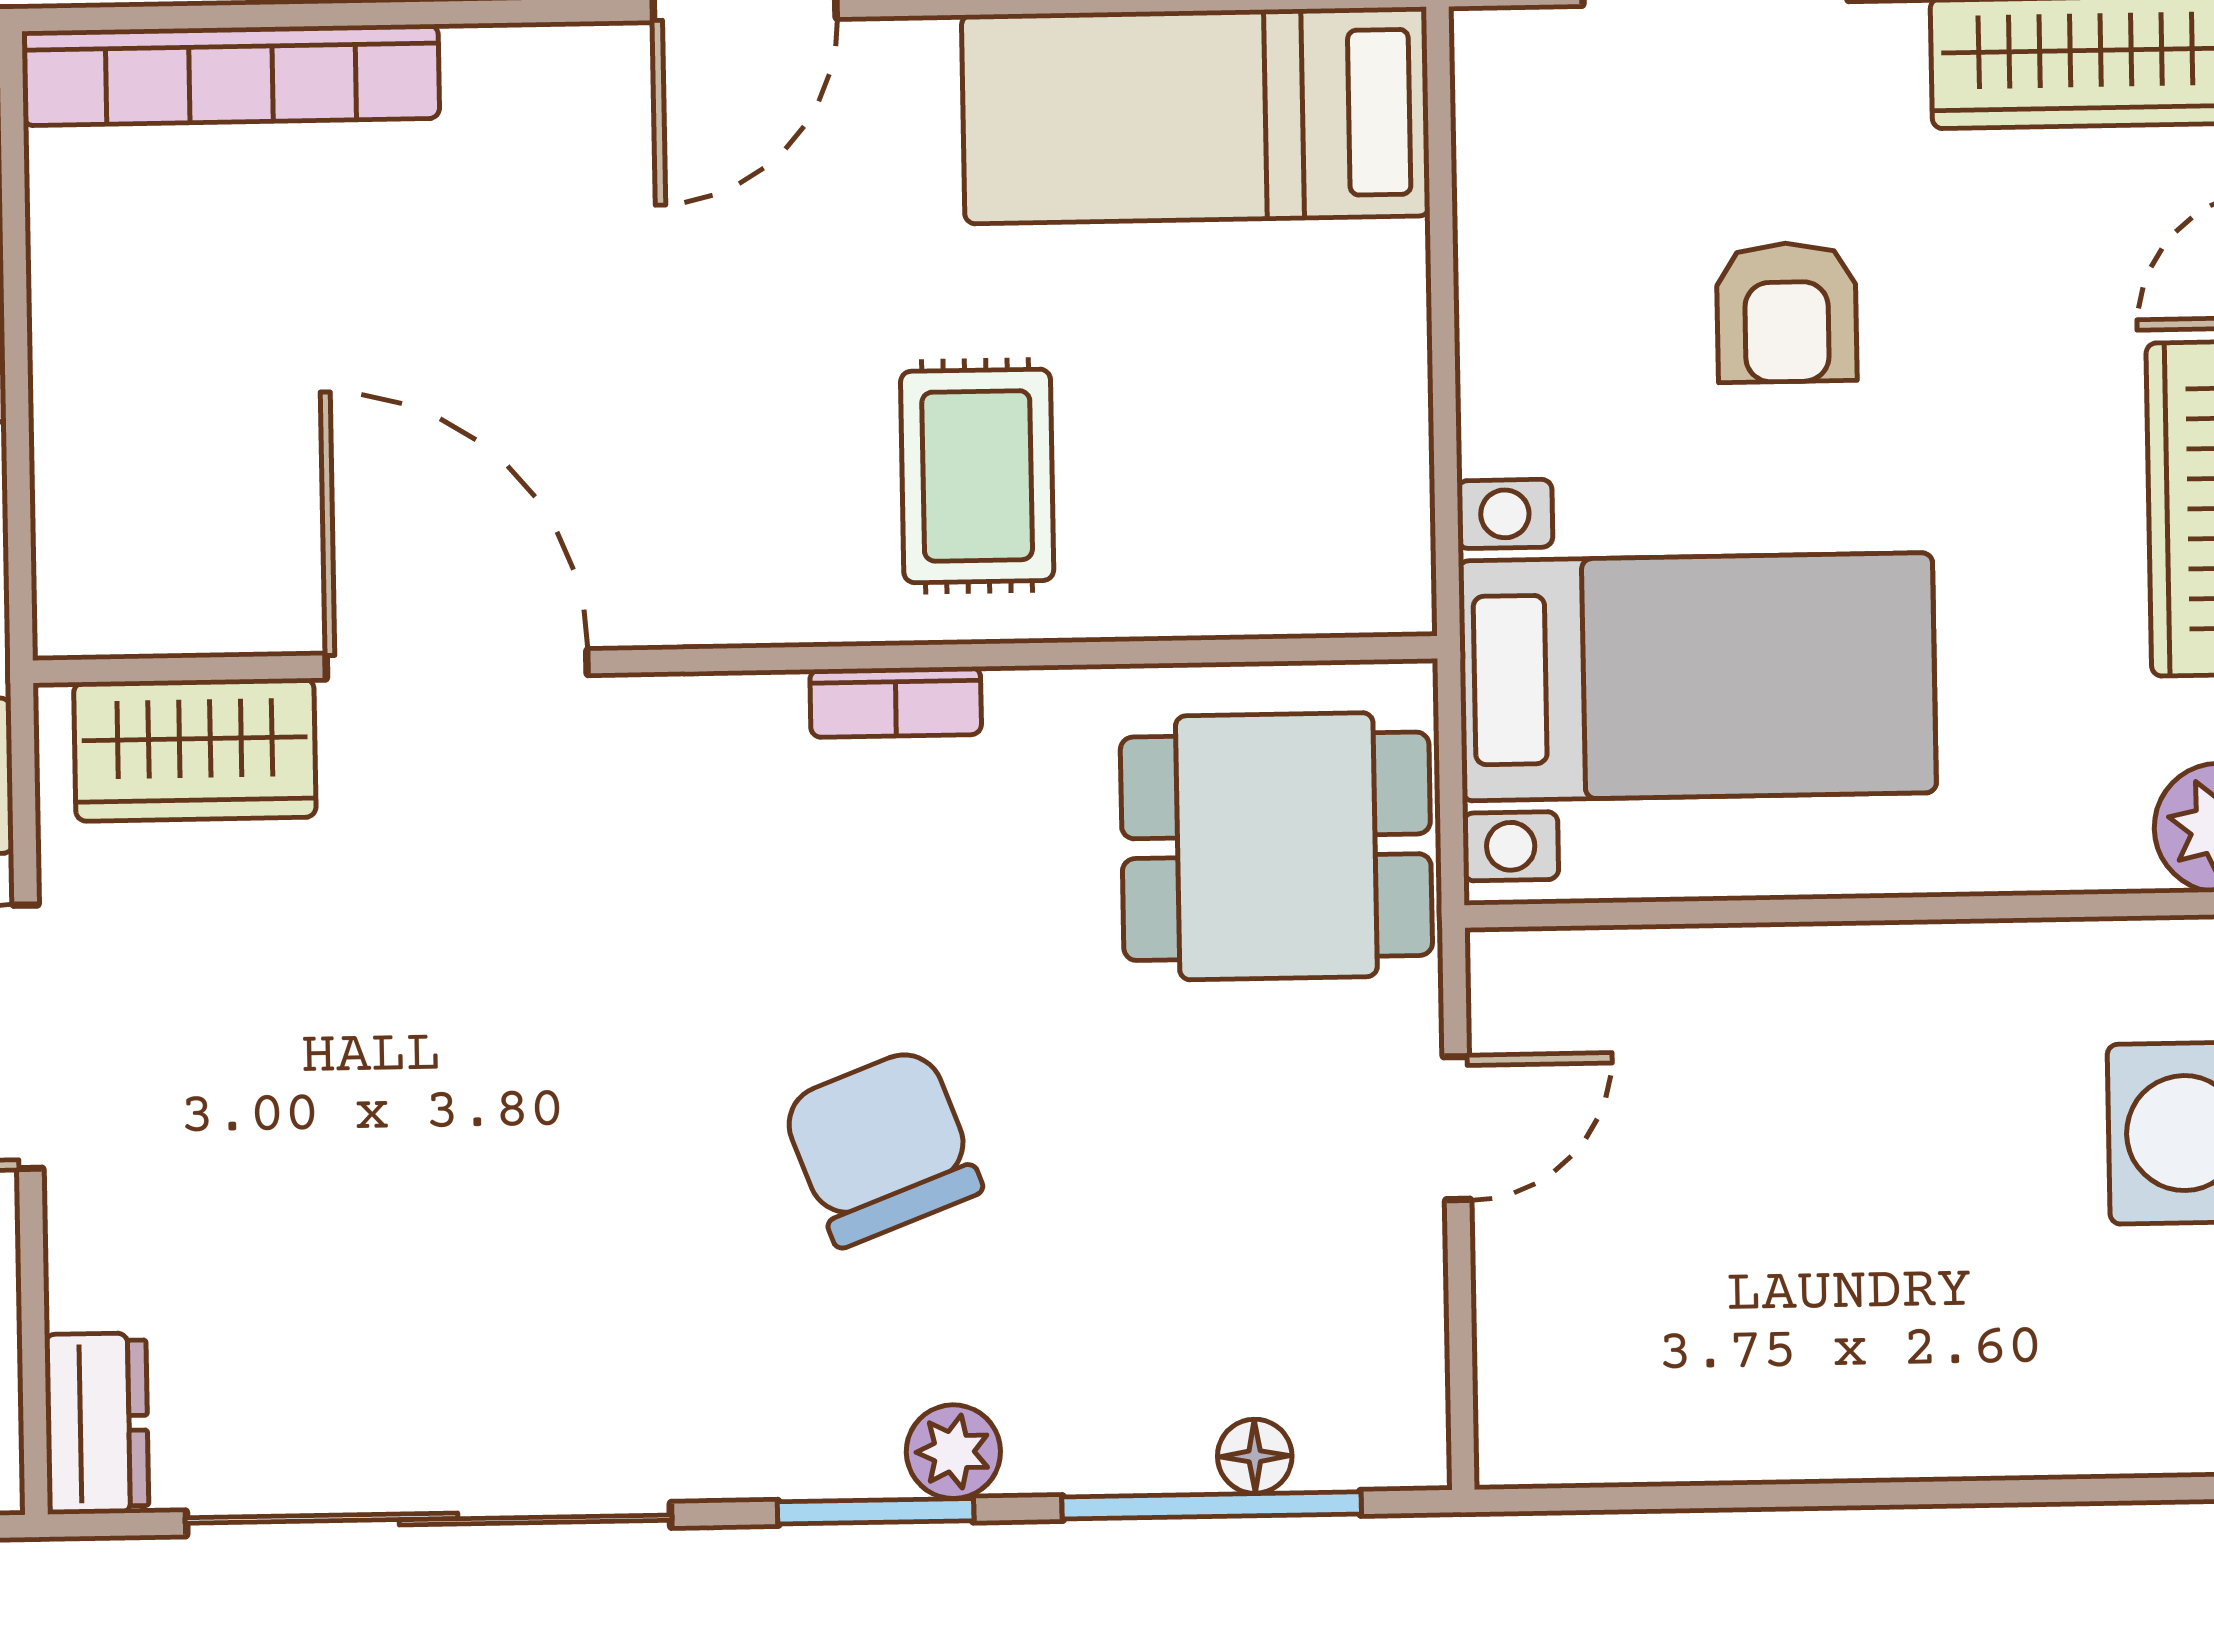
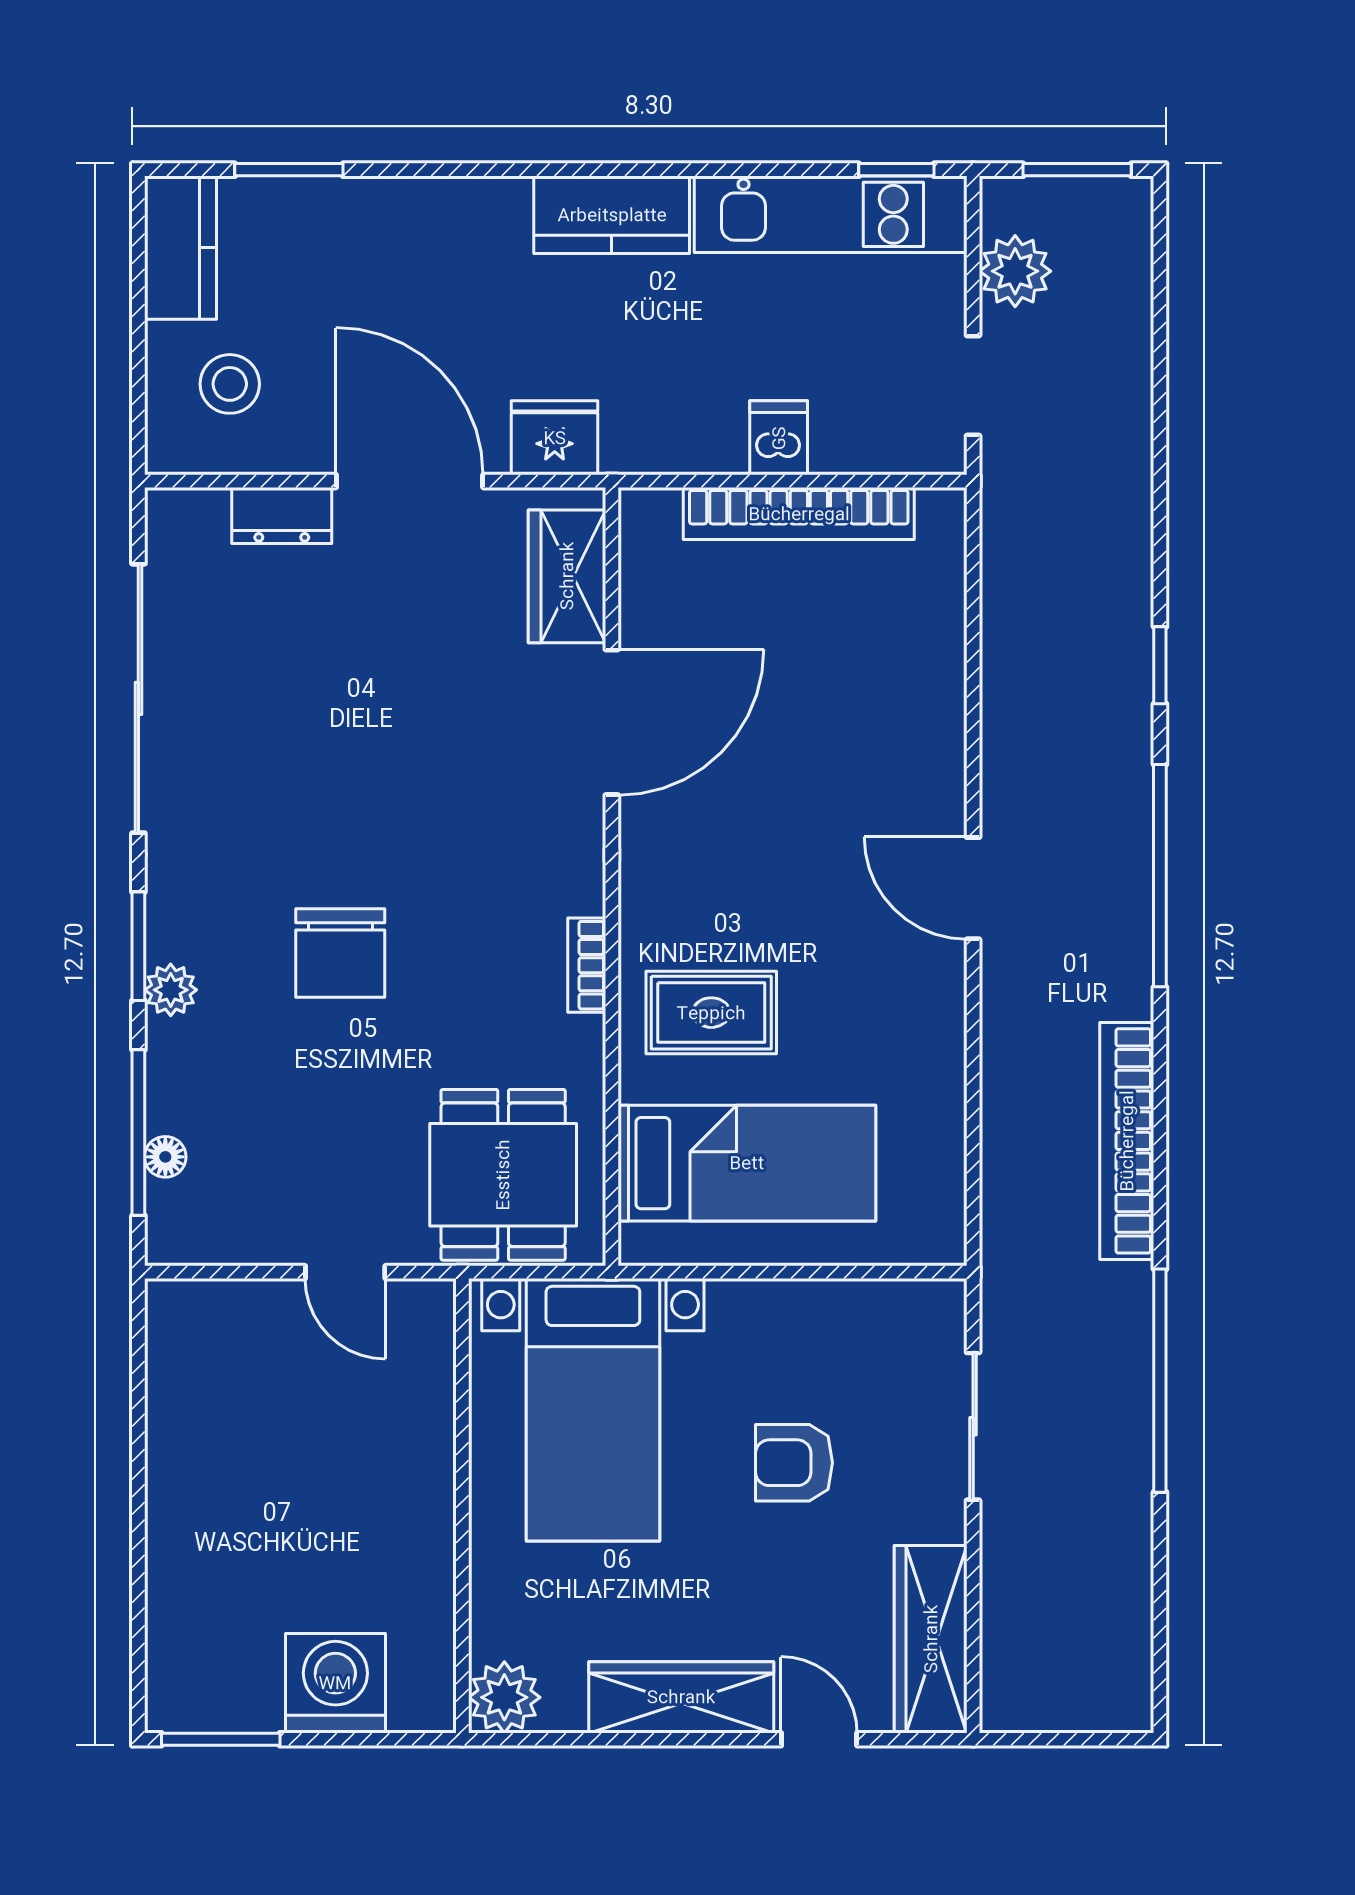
bookcase: (231, 75) -> (799, 514), moved, turned -90
bed: (1196, 115) -> (747, 1163), moved, turned 90
chair: (881, 1147) -> (340, 953), turned 111
dresser: (97, 1424) -> (282, 515), moved

